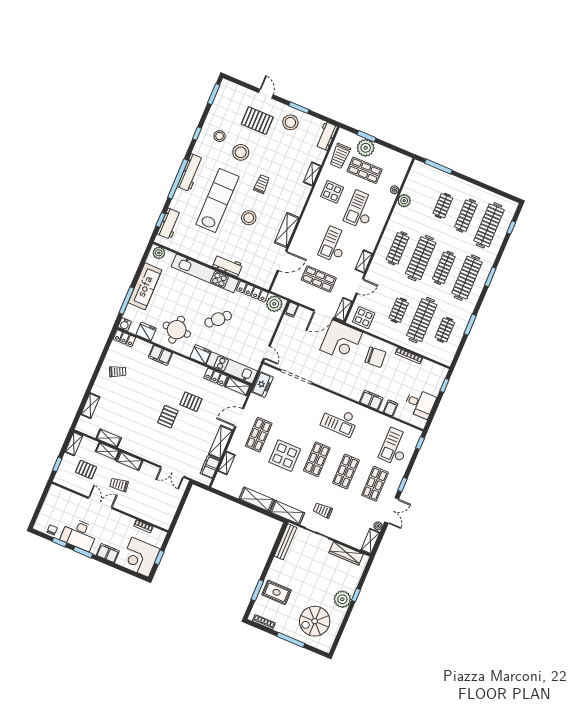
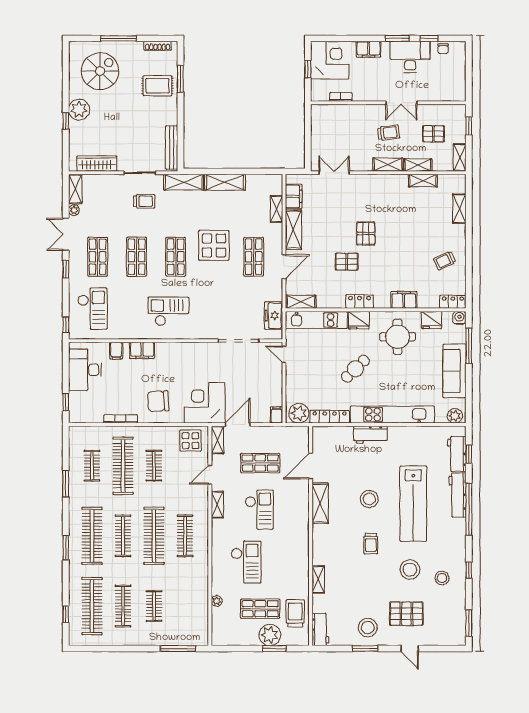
workbench: (190, 173) -> (458, 495), moved
display table: (332, 192) -> (287, 569), removed
plant: (404, 201) -> (201, 593), removed
locker: (215, 377) -> (360, 302), moved
desk: (420, 404) -> (85, 370), width x1.37

